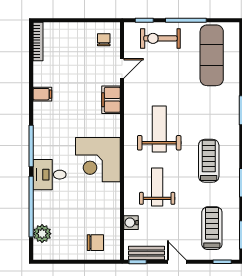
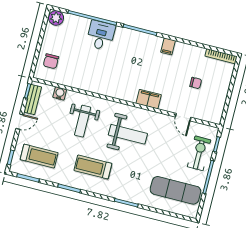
chair: (104, 40) -> (196, 83), moved
filing cabinet: (42, 94) -> (168, 46), moved
filing cabinet: (111, 100) -> (149, 99), moved
corner desk: (98, 160) -> (116, 80), removed
treadmill: (209, 161) -> (93, 167), turned 180
desk: (50, 175) -> (101, 35), moved
weight bench: (157, 187) -> (83, 121), turned 90
plant: (42, 234) -> (56, 18), moved

